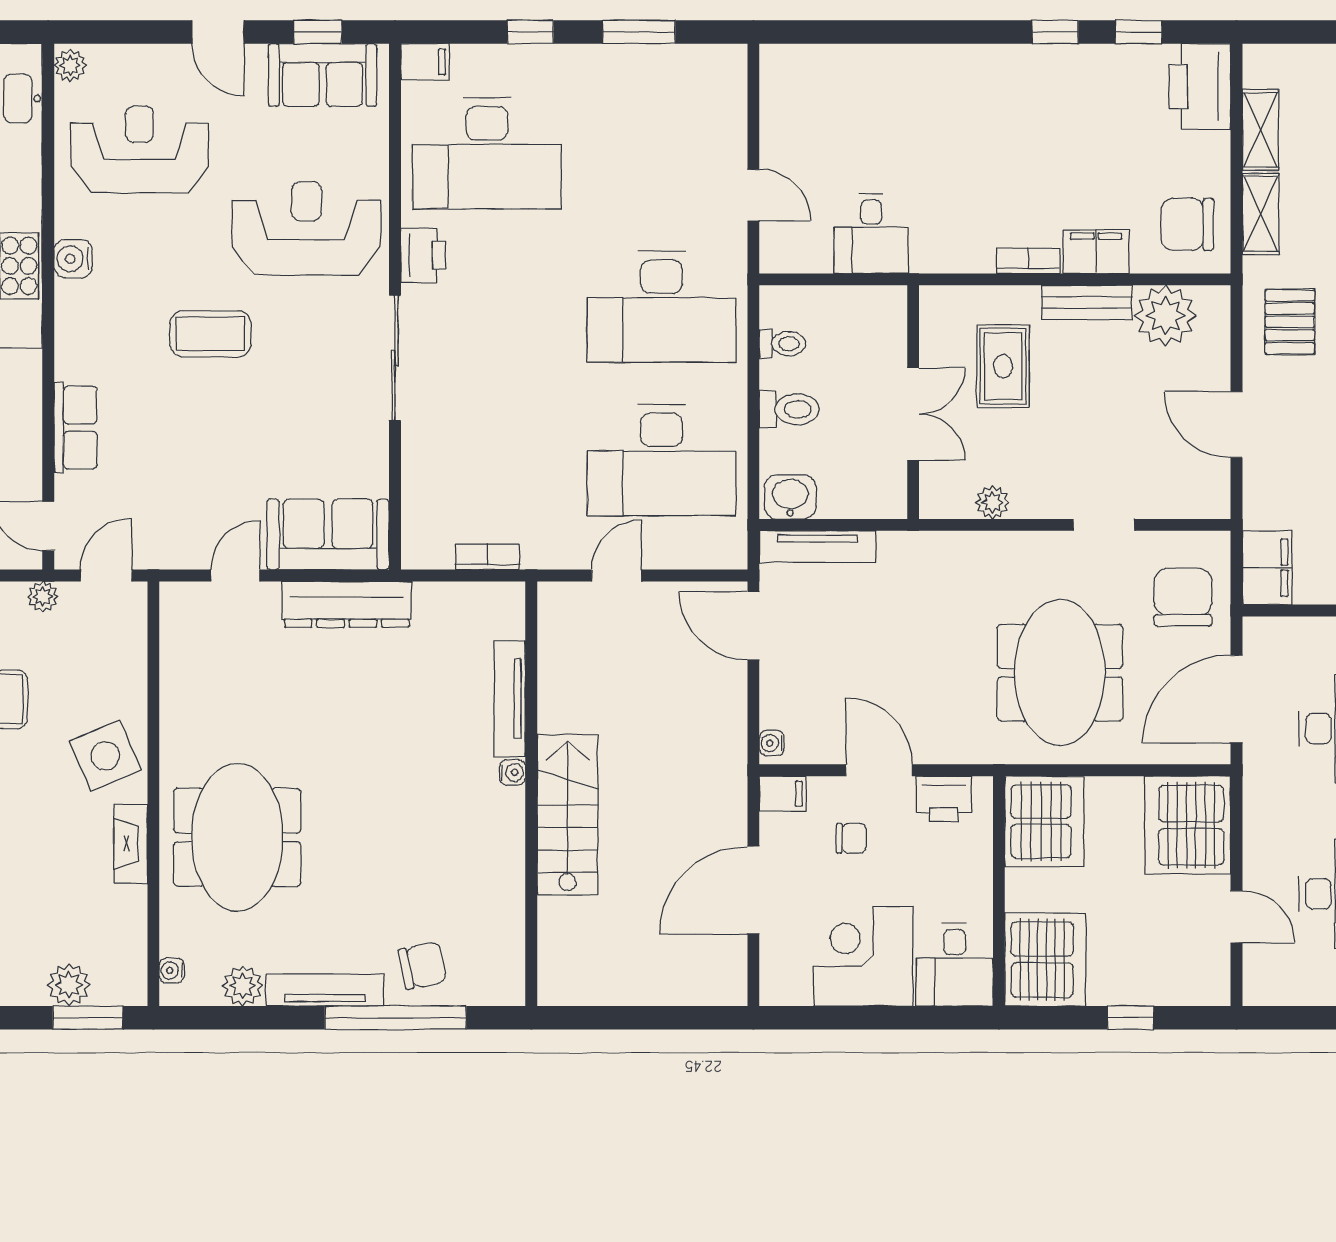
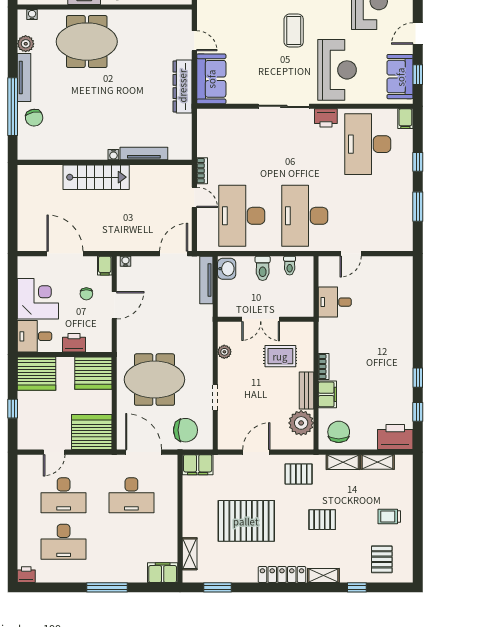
bookcase: (487, 557) -> (202, 171), moved
printer: (944, 799) -> (74, 343), moved, turned 90

